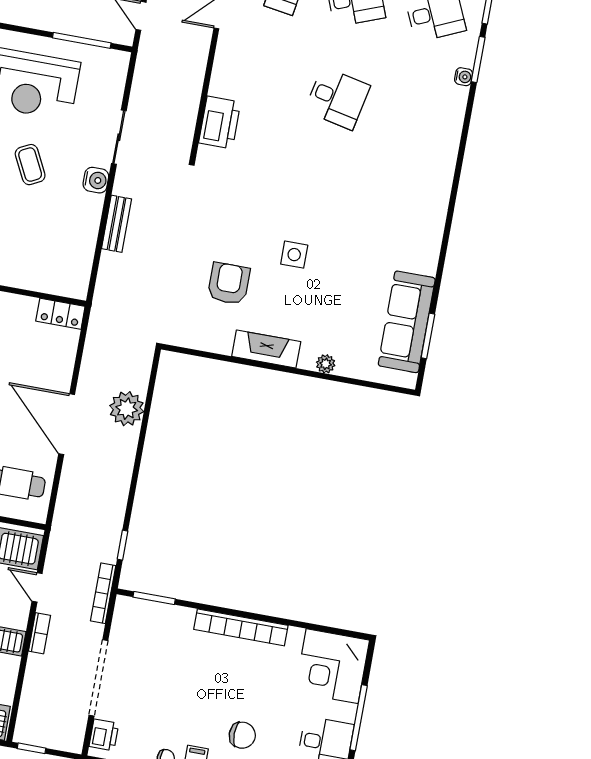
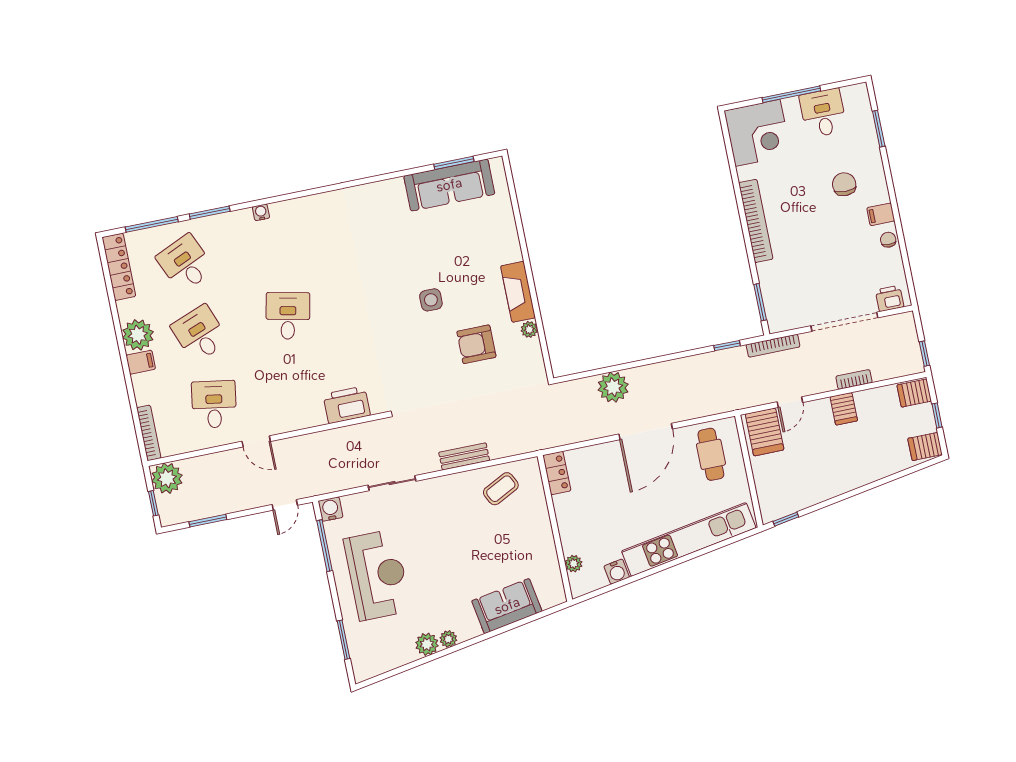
water cooler: (464, 77) -> (261, 212), moved
coffee table: (30, 165) -> (501, 489), moved
water cooler: (96, 180) -> (331, 509), moved
plant: (326, 364) -> (529, 329), moved
bookcase: (40, 633) -> (854, 379), moved

